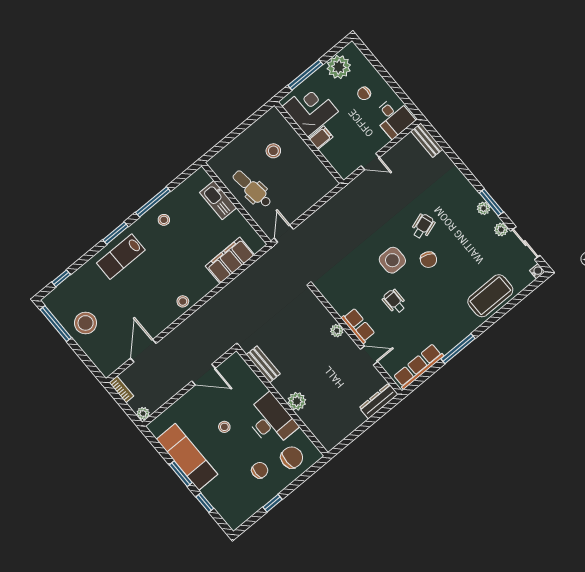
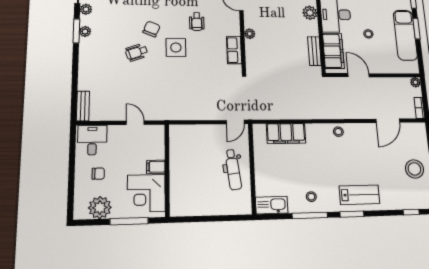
stool: (273, 151) -> (197, 184), removed
kitchen sink: (218, 200) -> (272, 205), moved, turned -90
row of seats: (358, 326) -> (234, 50), moved
filing cabinet: (246, 380) -> (333, 51), added

